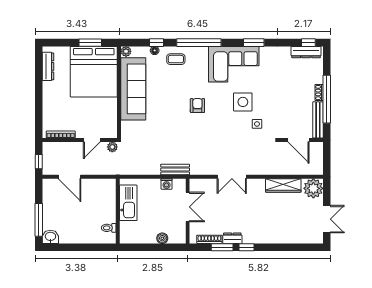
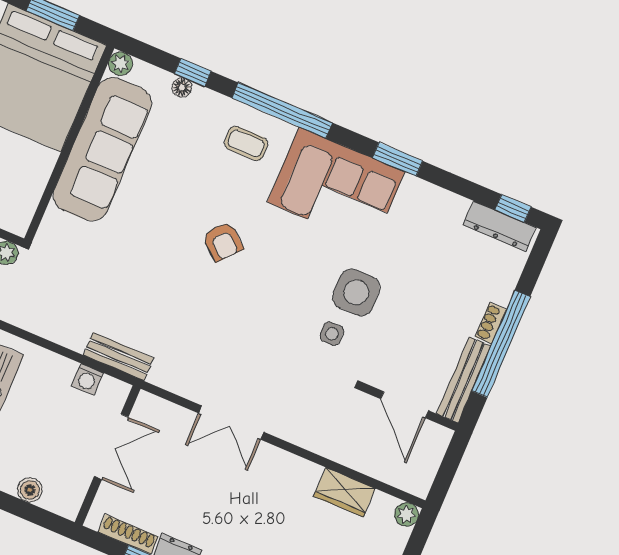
coffee table: (176, 59) -> (246, 143), moved
side table: (243, 102) -> (356, 292), moved
armchair: (197, 105) -> (223, 242), turned 131
wardrobe: (283, 185) -> (345, 492), width x0.67
plant: (313, 188) -> (407, 514), width x0.53, depth x0.53

